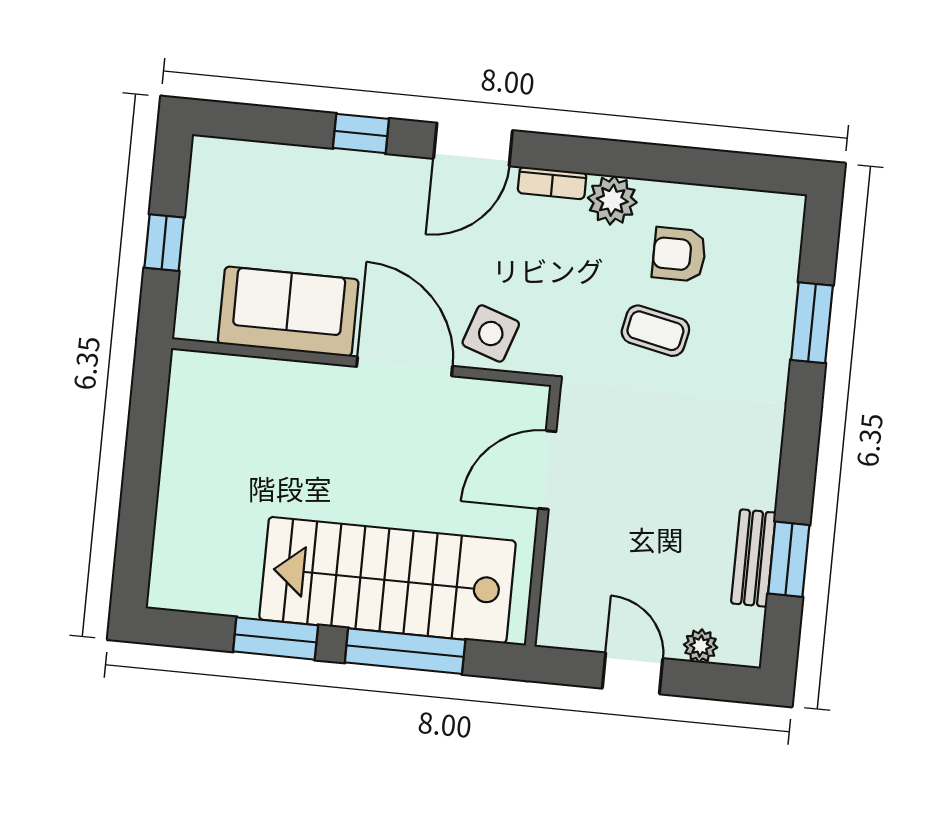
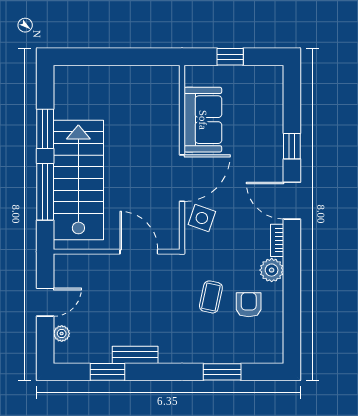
bench: (753, 558) -> (135, 355), moved

